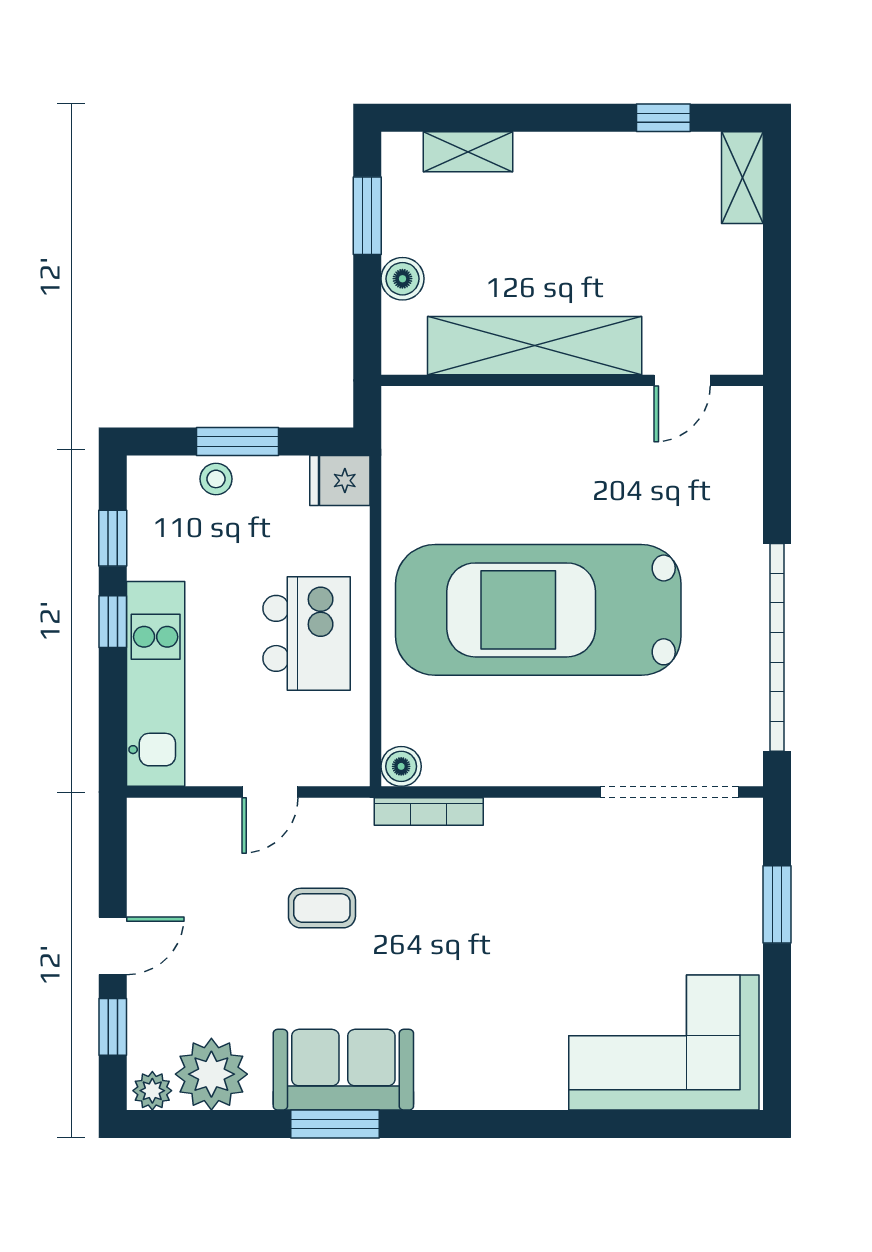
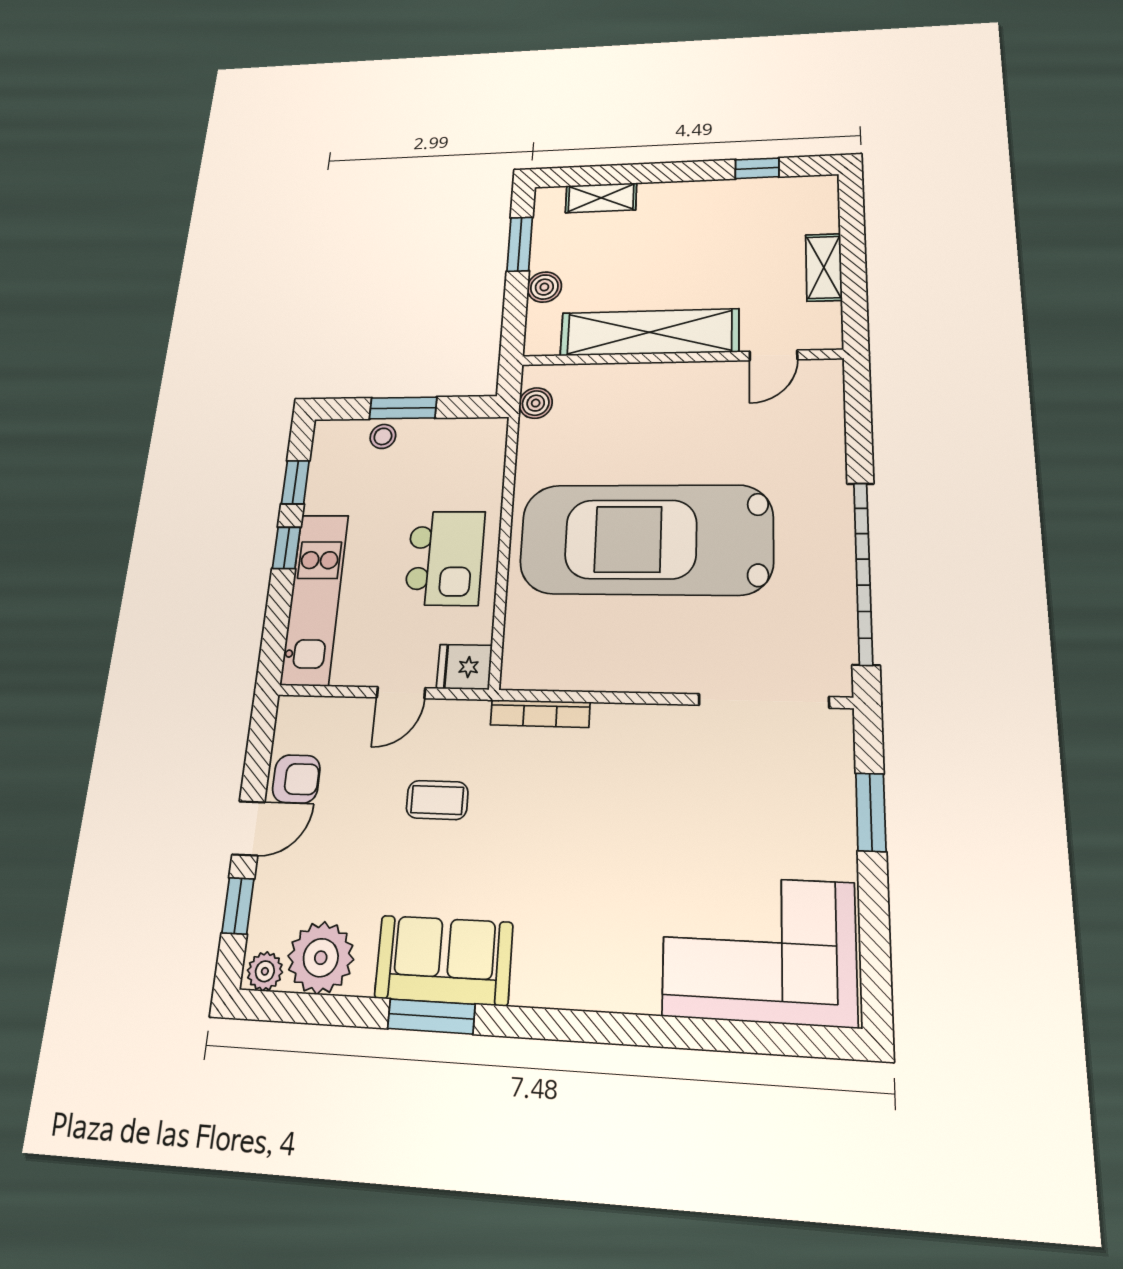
shelving: (742, 178) -> (824, 267), moved
fridge: (340, 481) -> (464, 667), moved
boiler: (401, 766) -> (536, 403), moved
armchair: (160, 891) -> (296, 779), added

